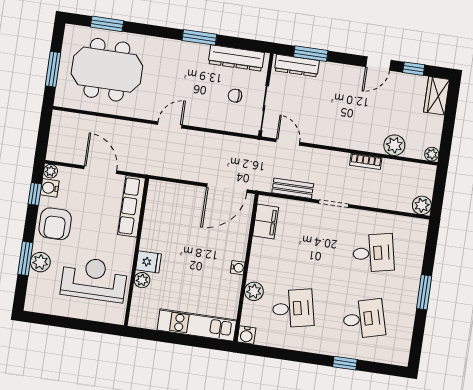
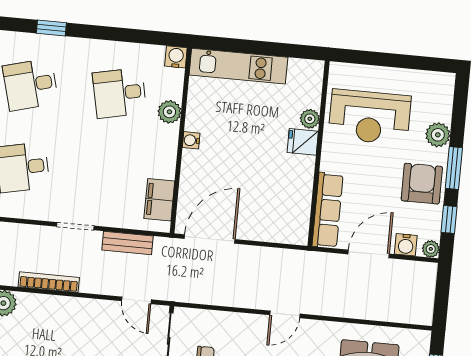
bookcase: (366, 161) -> (49, 282), width x1.56
door: (100, 170) -> (369, 254), swing flipped
water cooler: (50, 188) -> (406, 245), moved, turned 90
window: (25, 258) -> (454, 168), moved

